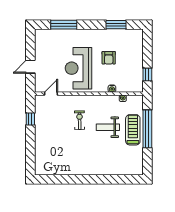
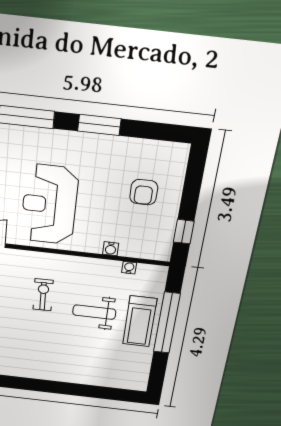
window: (116, 25) -> (99, 125), moved
armchair: (109, 58) -> (144, 192), moved
treadmill: (133, 130) -> (140, 321), turned 180

